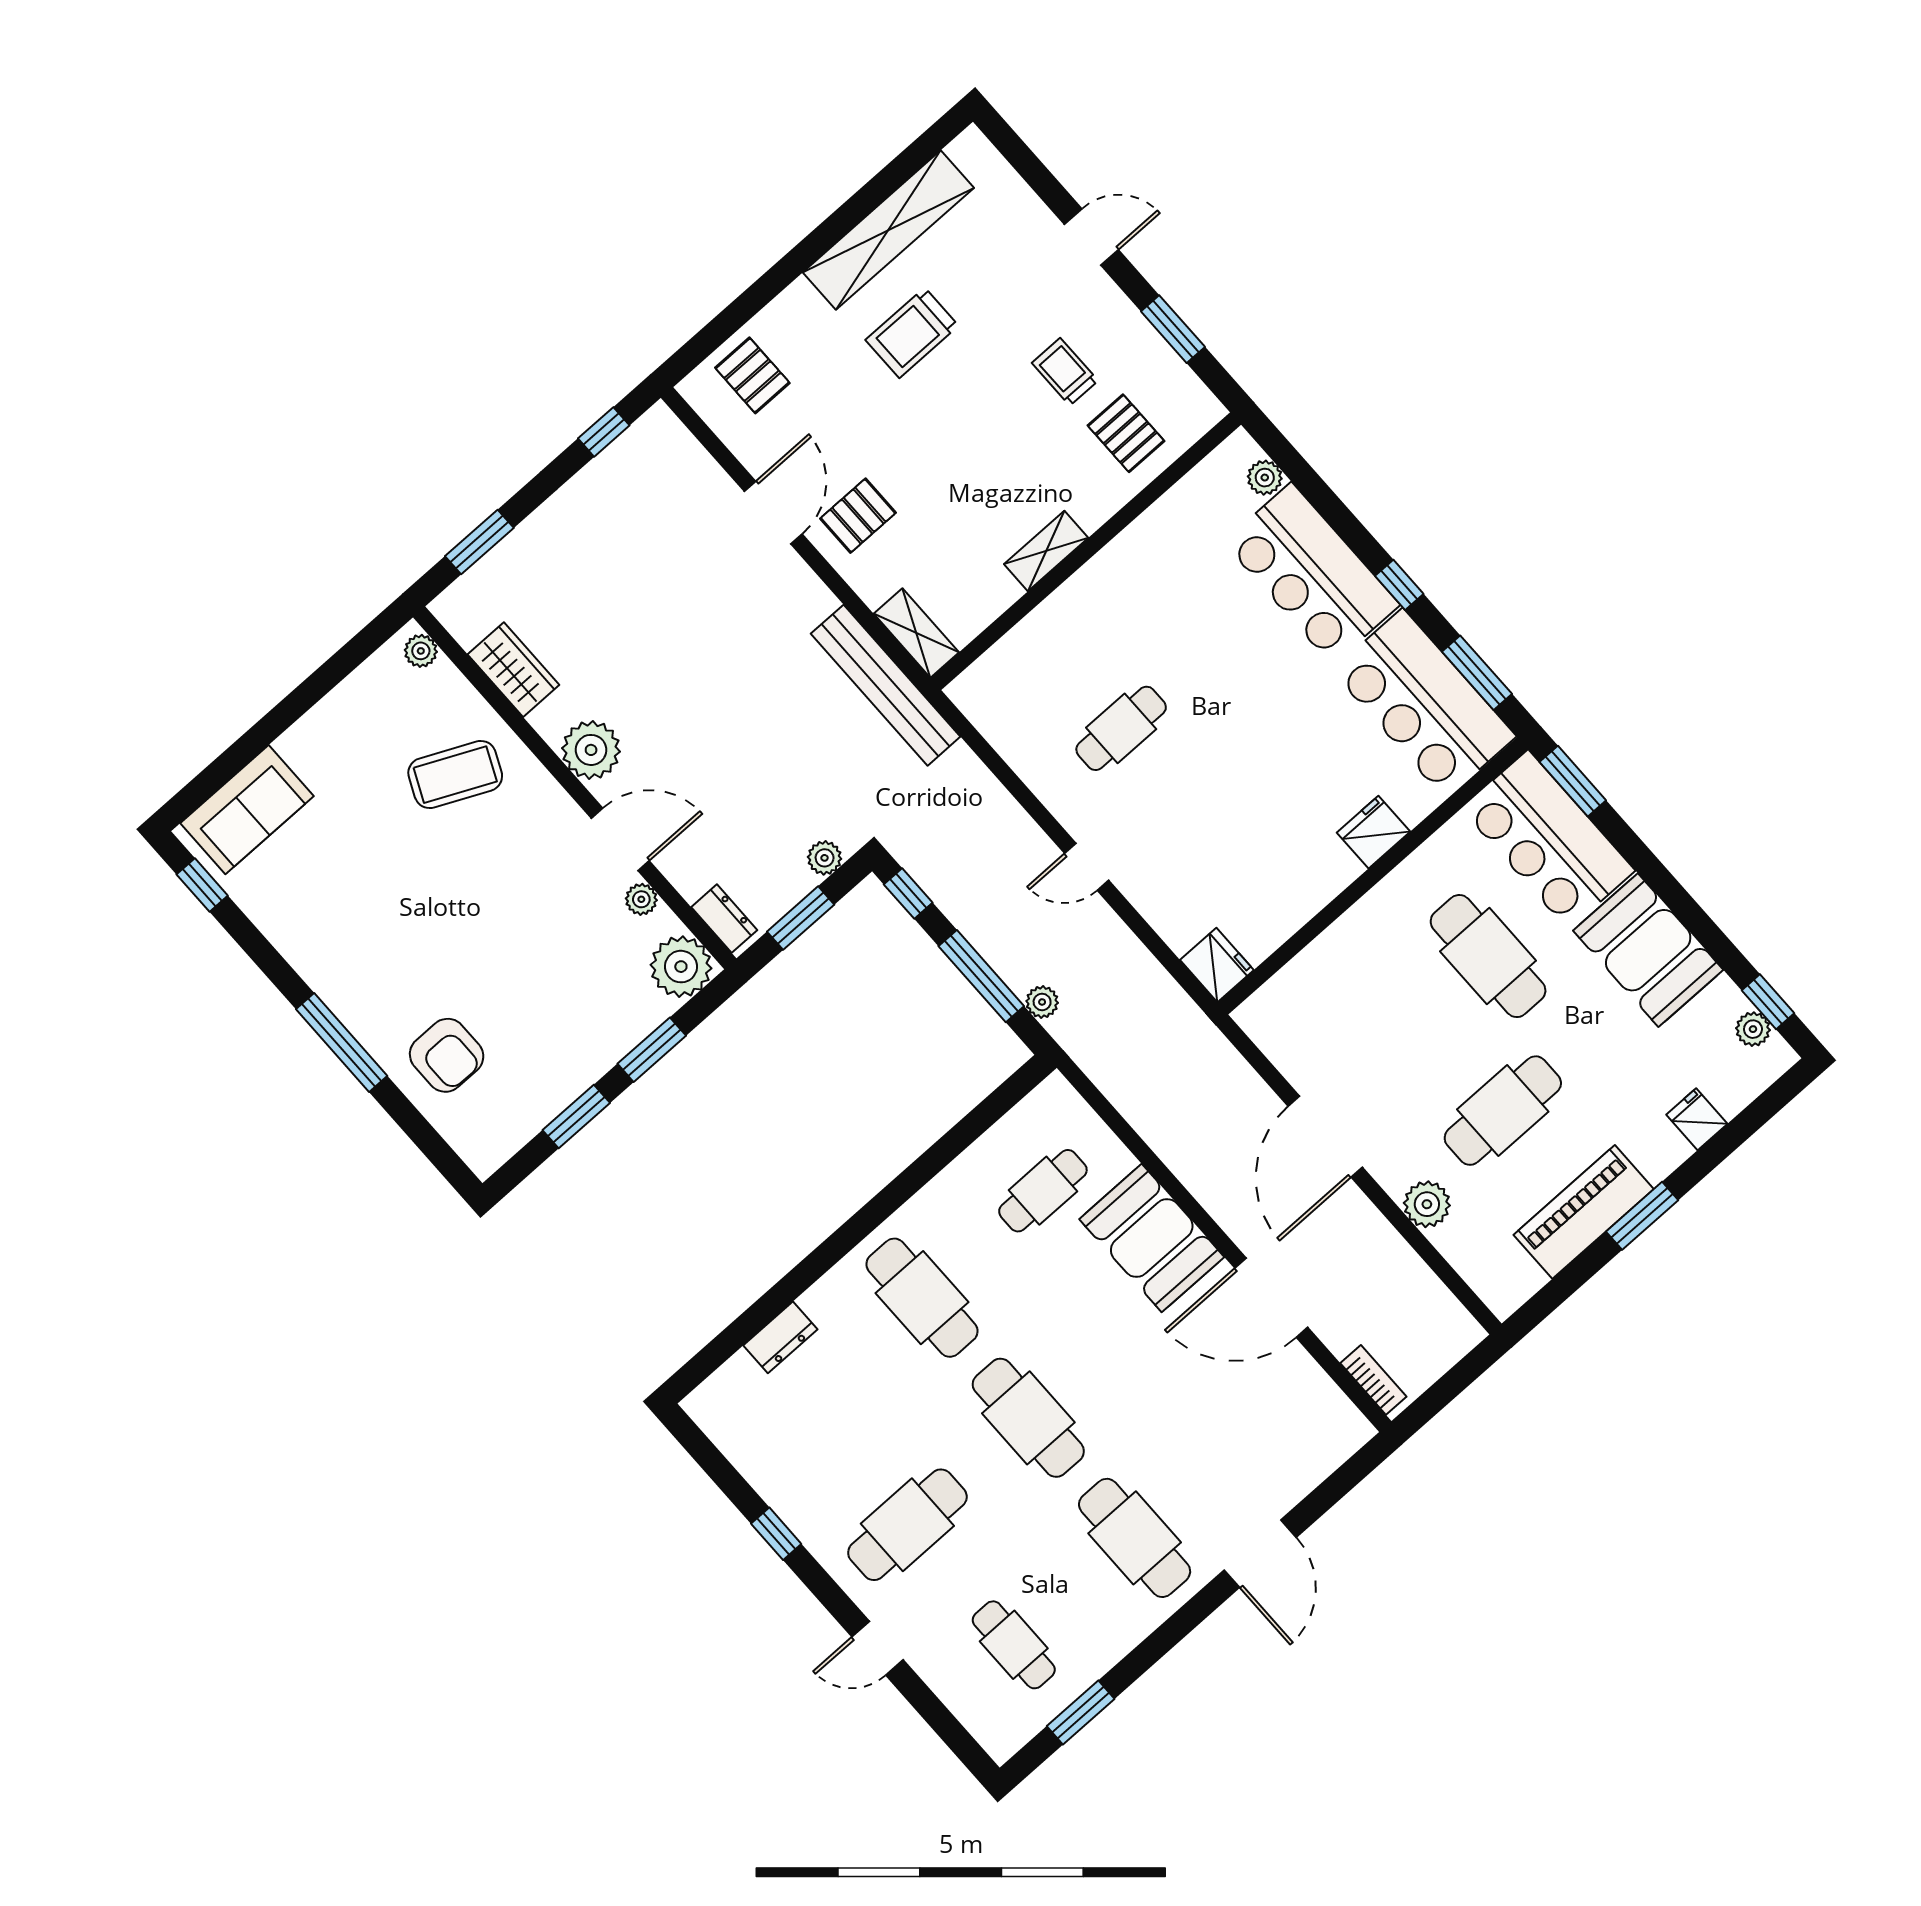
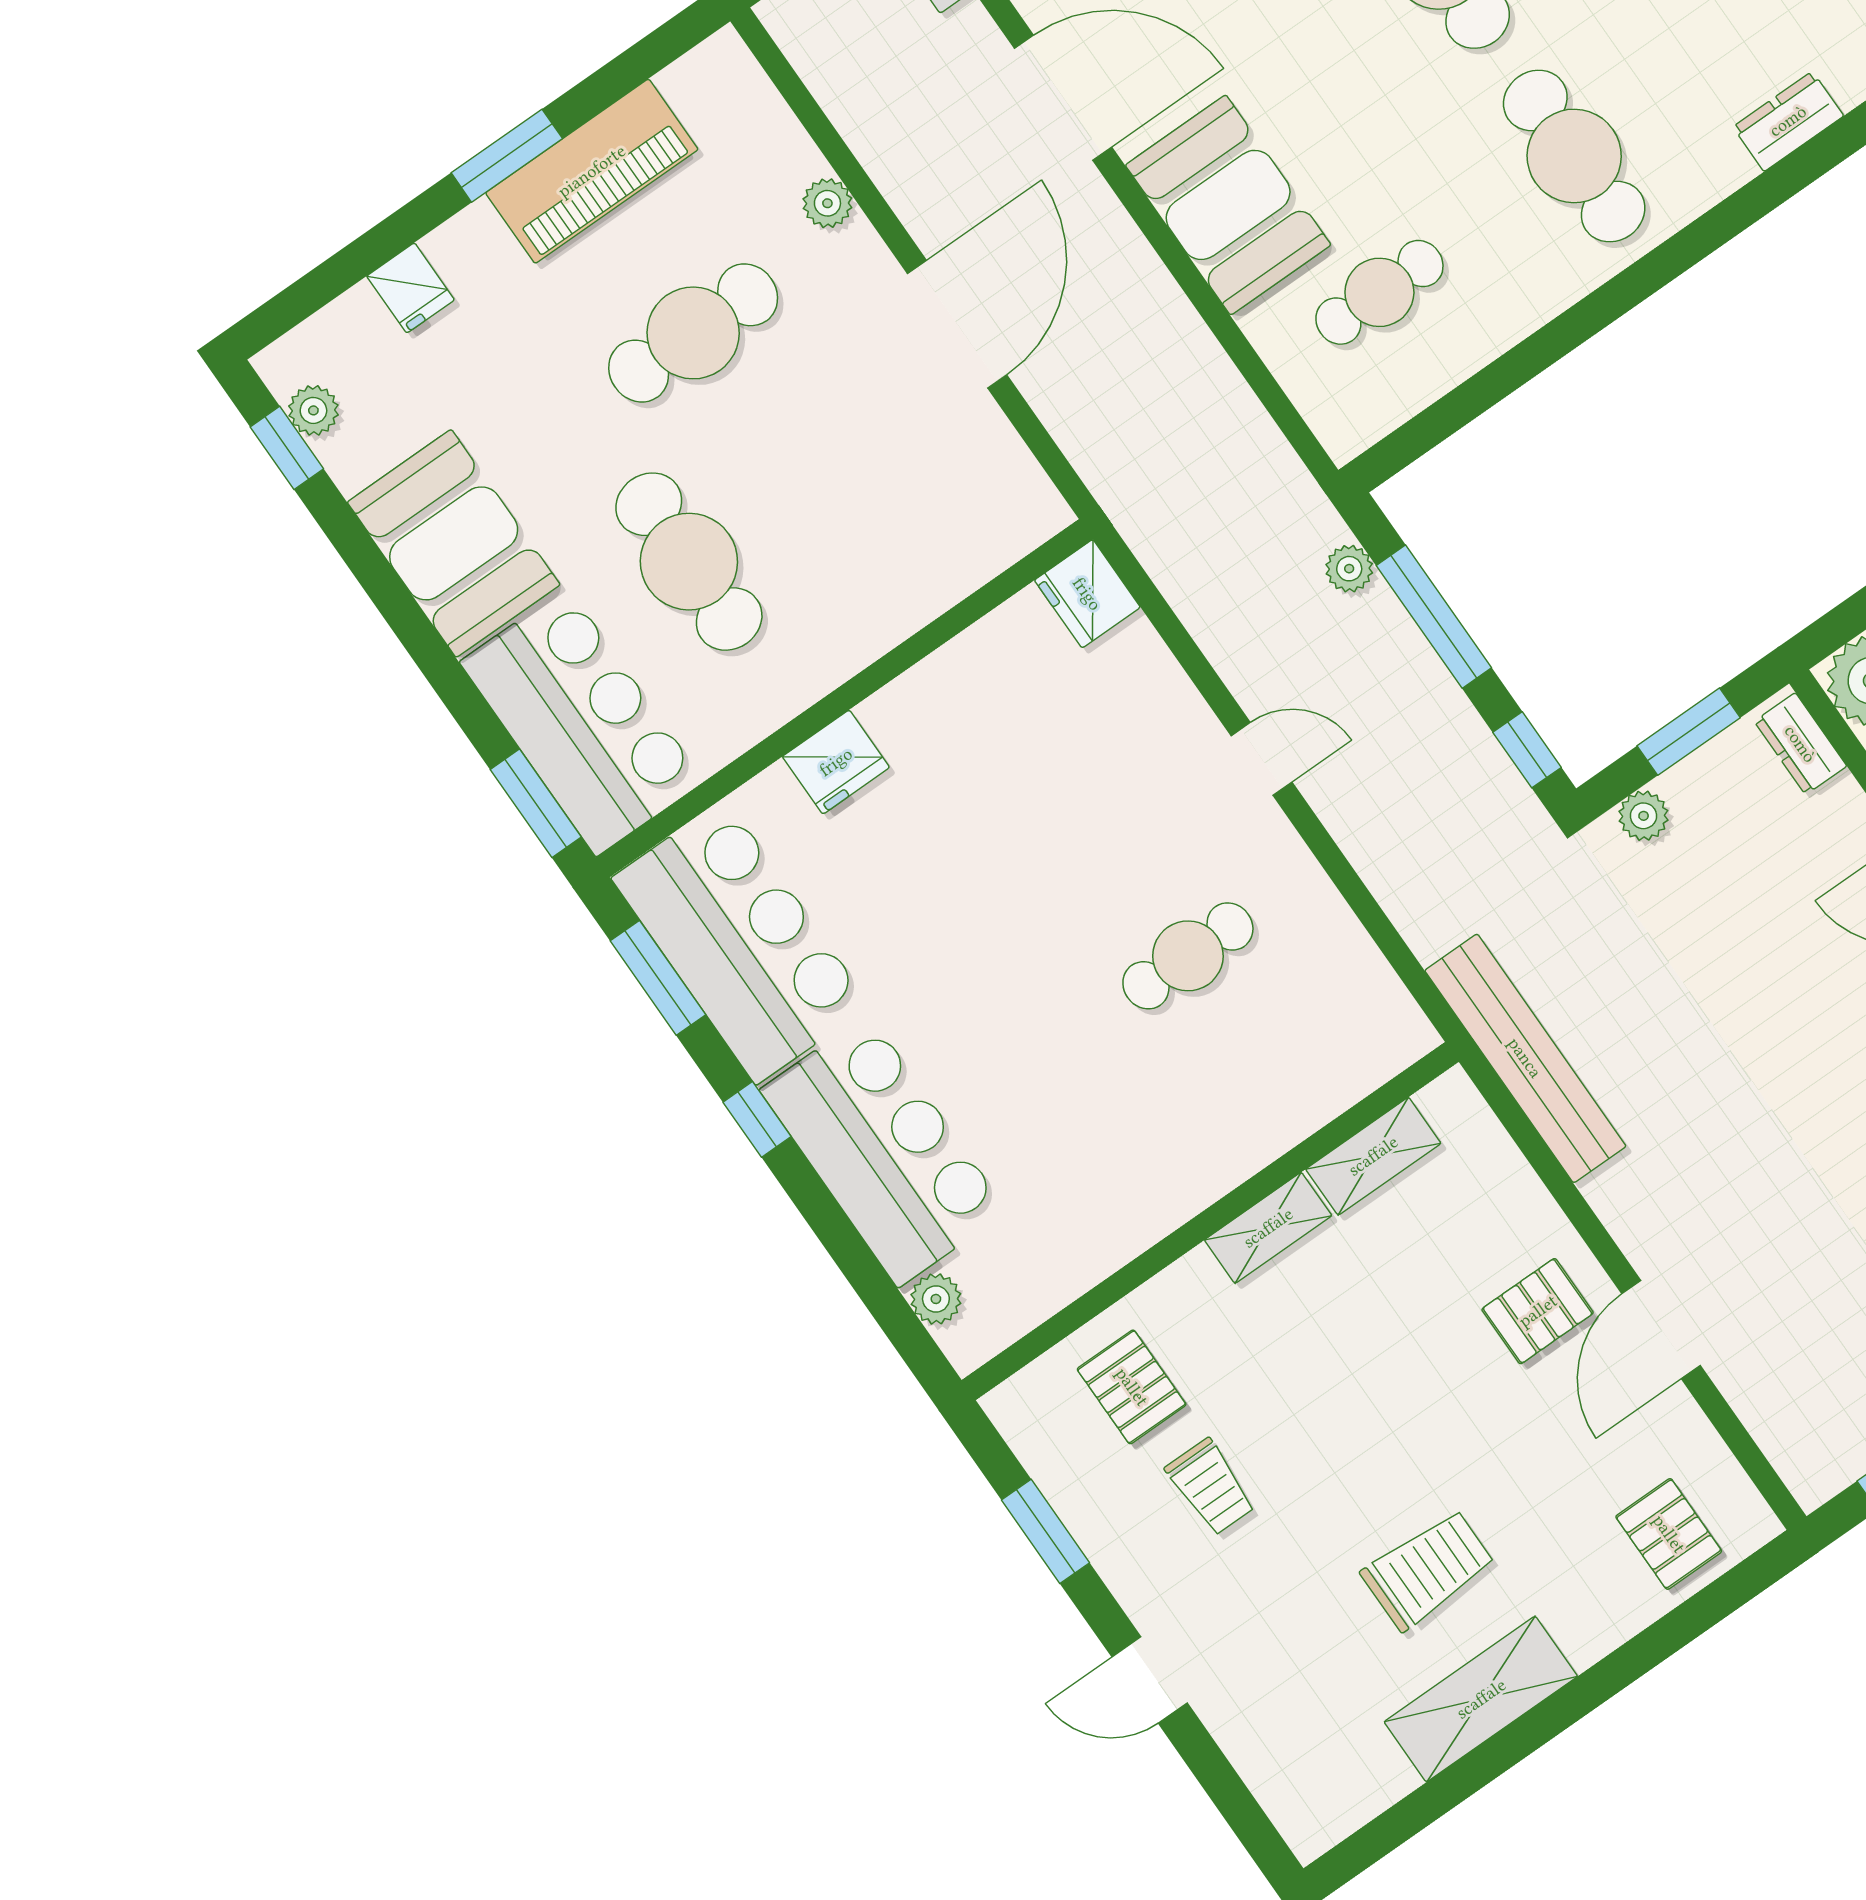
shelving: (888, 230) -> (1481, 1699), width x0.68
shelving: (916, 633) -> (1373, 1156), moved, turned 90
plant: (1427, 1204) -> (827, 203), width x0.73, depth x0.73

